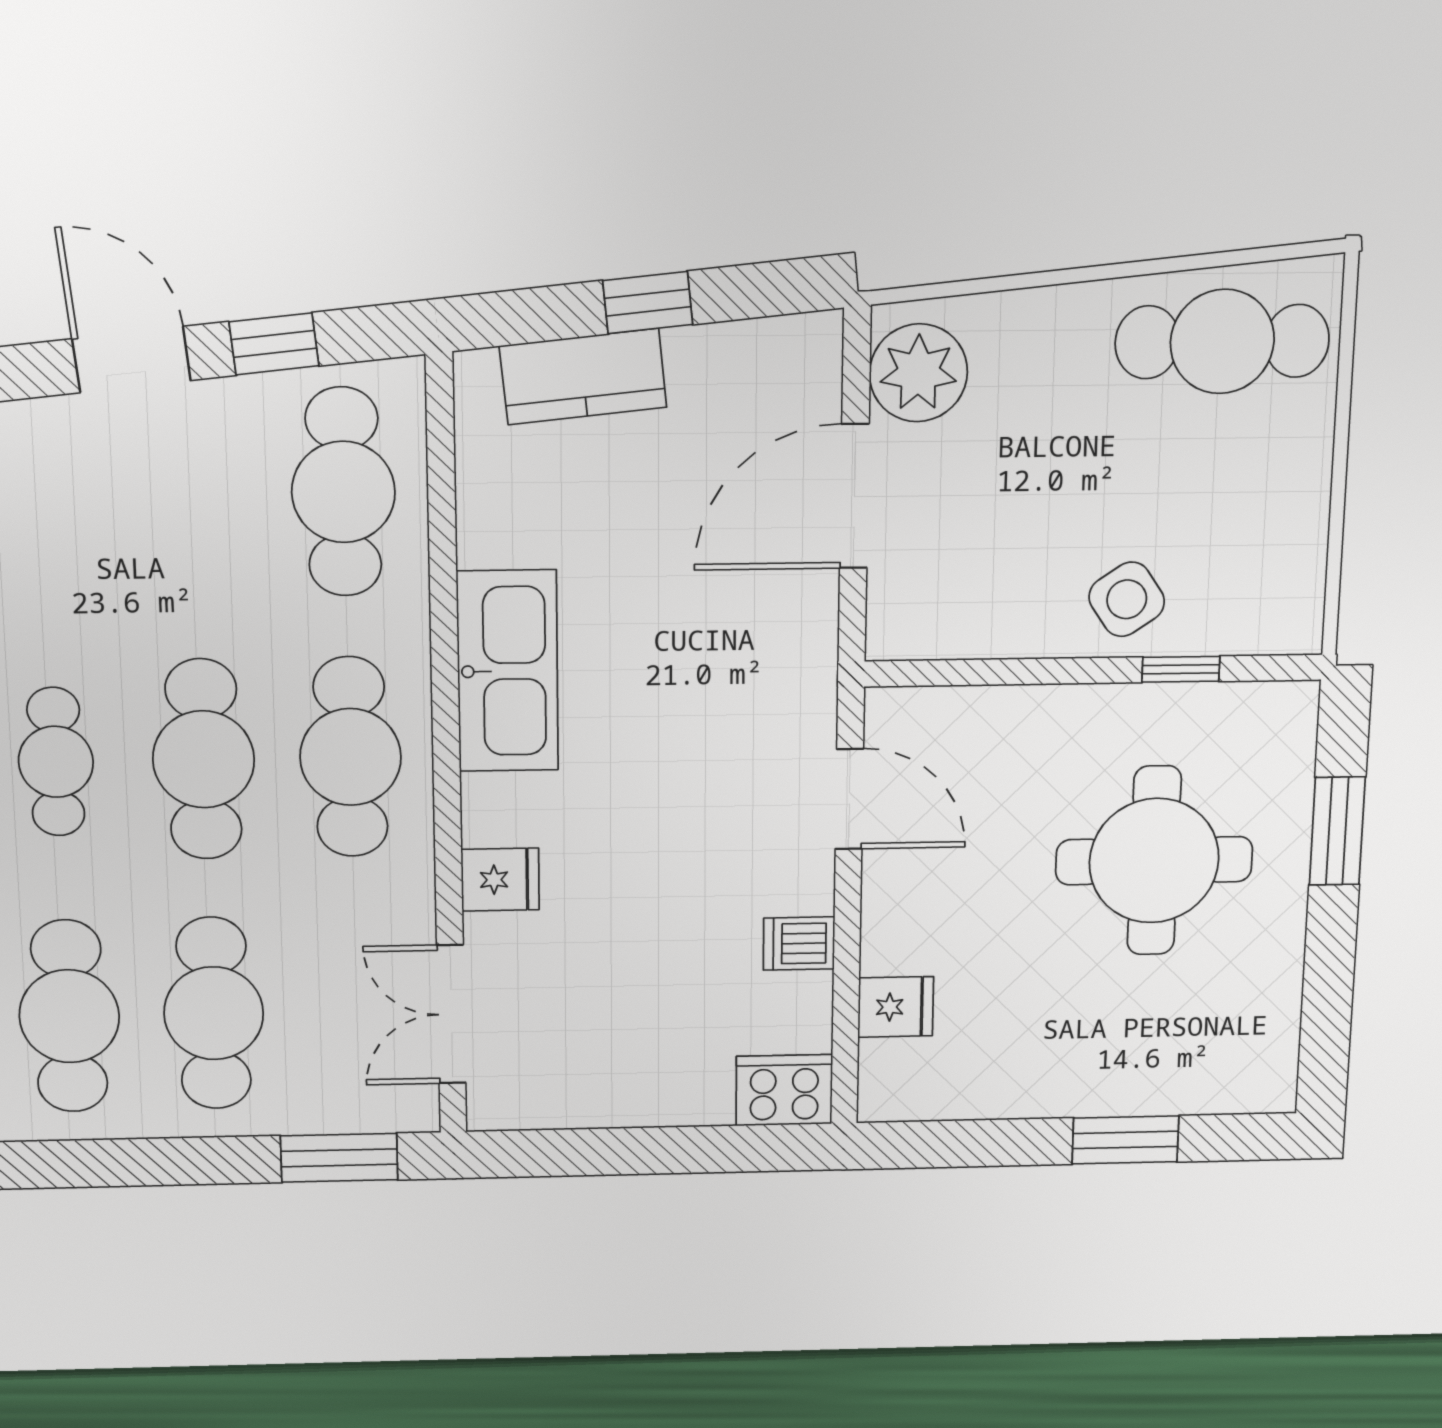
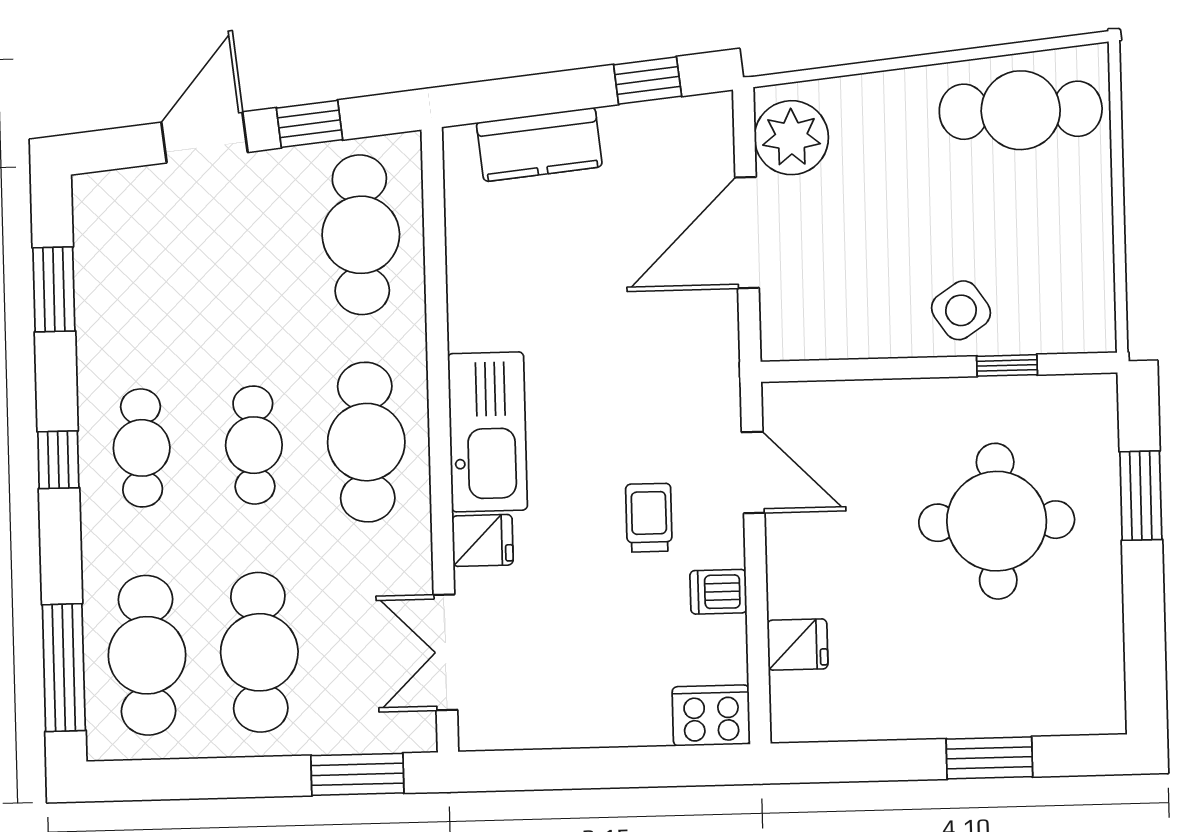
window: (648, 303) -> (648, 81), moved
door: (131, 360) -> (204, 137), hinge flipped
kitchen sink: (508, 671) -> (488, 432), moved
cafe table: (204, 759) -> (254, 445), width x0.73, depth x0.74
trolley: (714, 853) -> (649, 518), added

